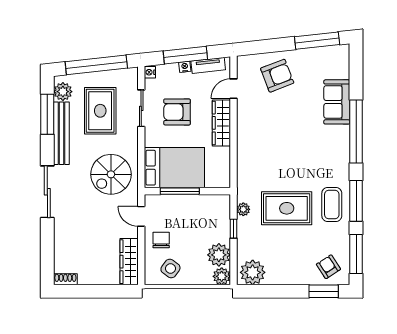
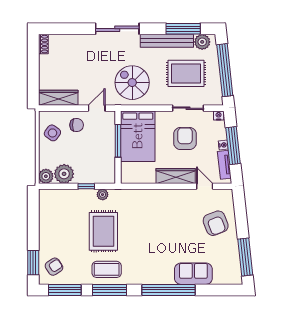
plant: (253, 272) -> (49, 202), removed

